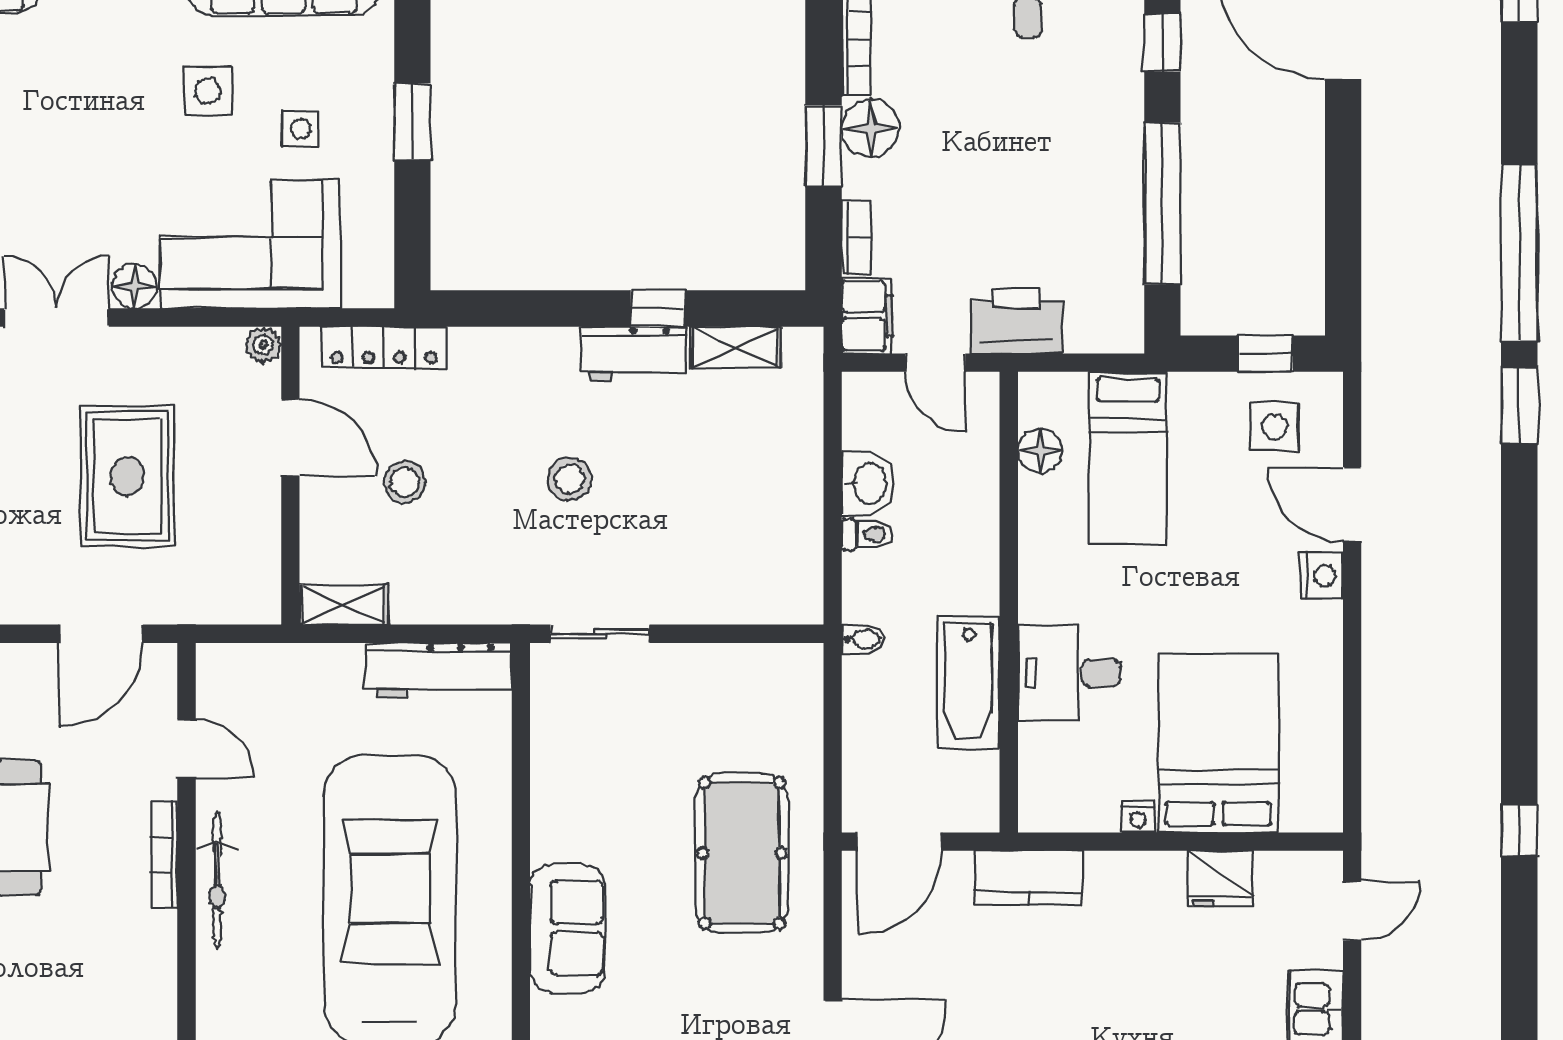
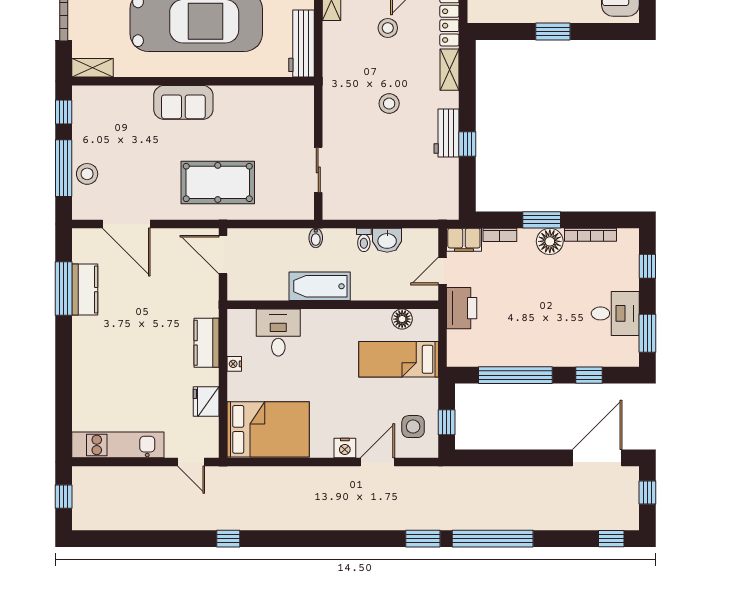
shelving: (736, 347) -> (450, 70), moved
sliding door: (600, 634) -> (318, 170), moved
desk: (1069, 673) -> (278, 332), moved
bathtub: (968, 682) -> (320, 286), moved
bed: (1218, 743) -> (268, 429), moved
kitchen counter: (1028, 877) -> (207, 343), moved

